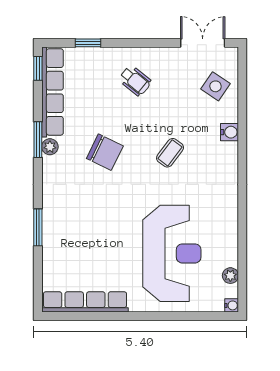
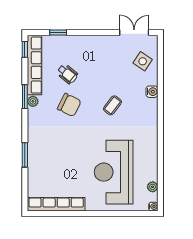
wheelchair: (135, 81) -> (67, 74), moved
reception desk: (172, 253) -> (114, 172), turned 180

